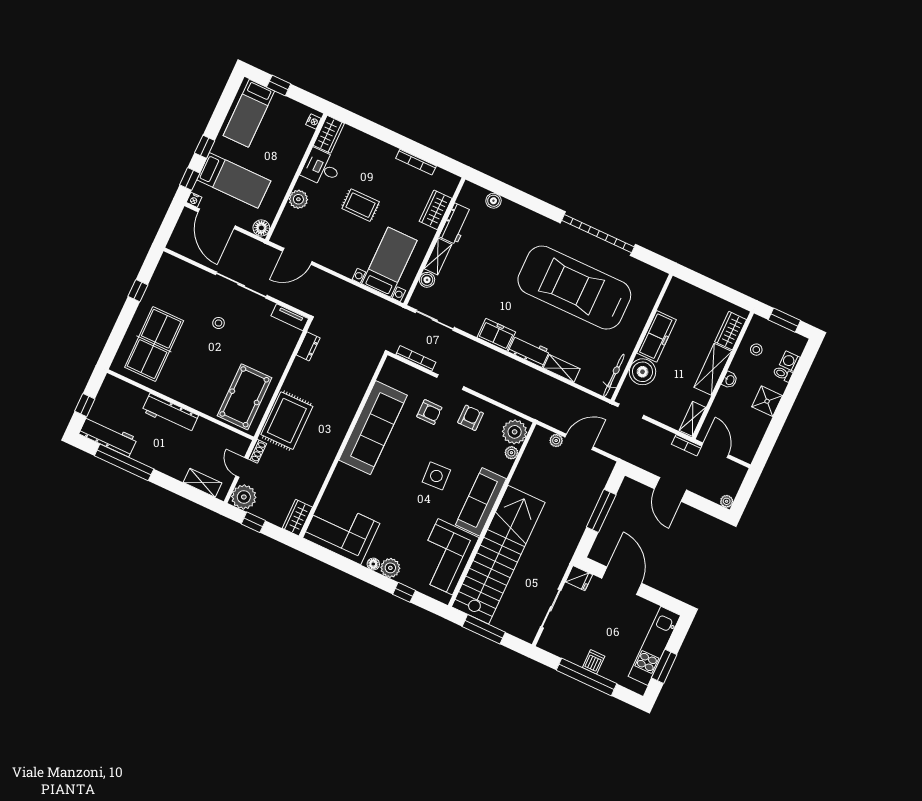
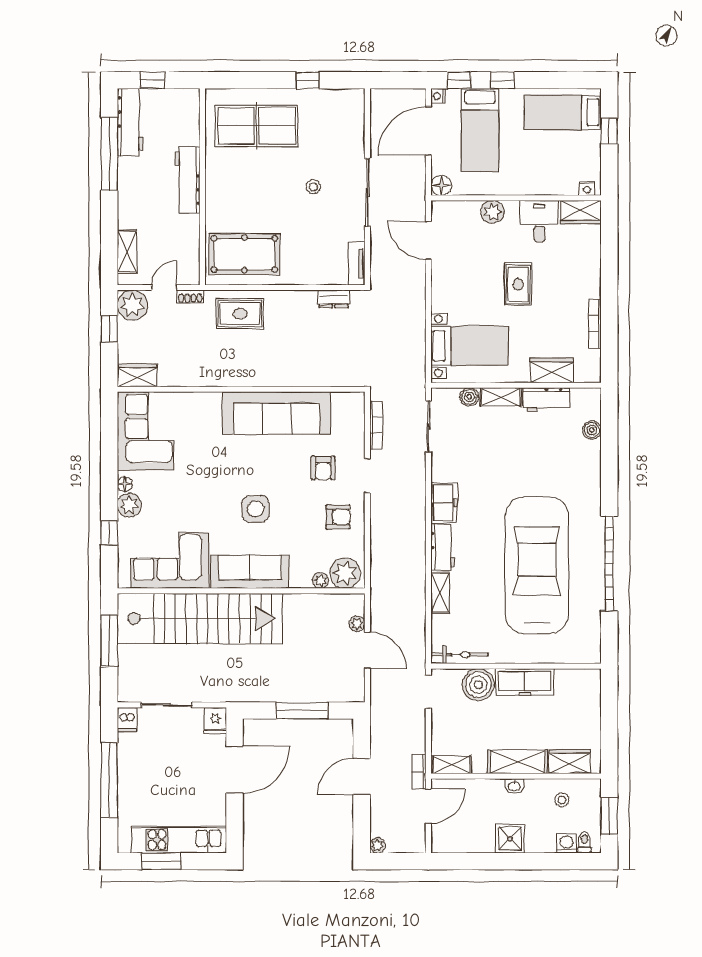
toilet: (783, 374) -> (584, 842), moved
rug: (287, 421) -> (240, 314), width x0.73, depth x0.70
dishwasher: (594, 662) -> (127, 720), moved, turned 90

